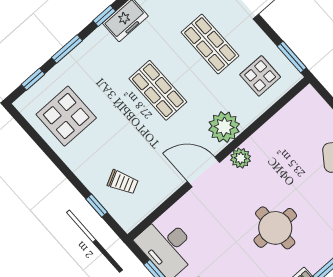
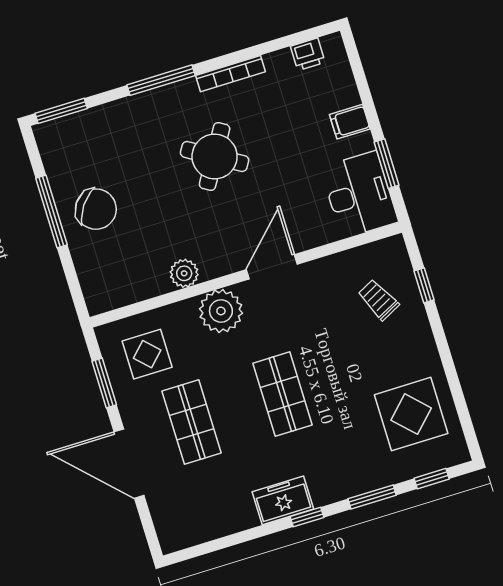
window: (292, 57) -> (104, 383), moved
plant: (241, 158) -> (184, 273), moved
door: (204, 172) -> (272, 267), swing flipped
round table: (275, 228) -> (215, 157), turned 31

